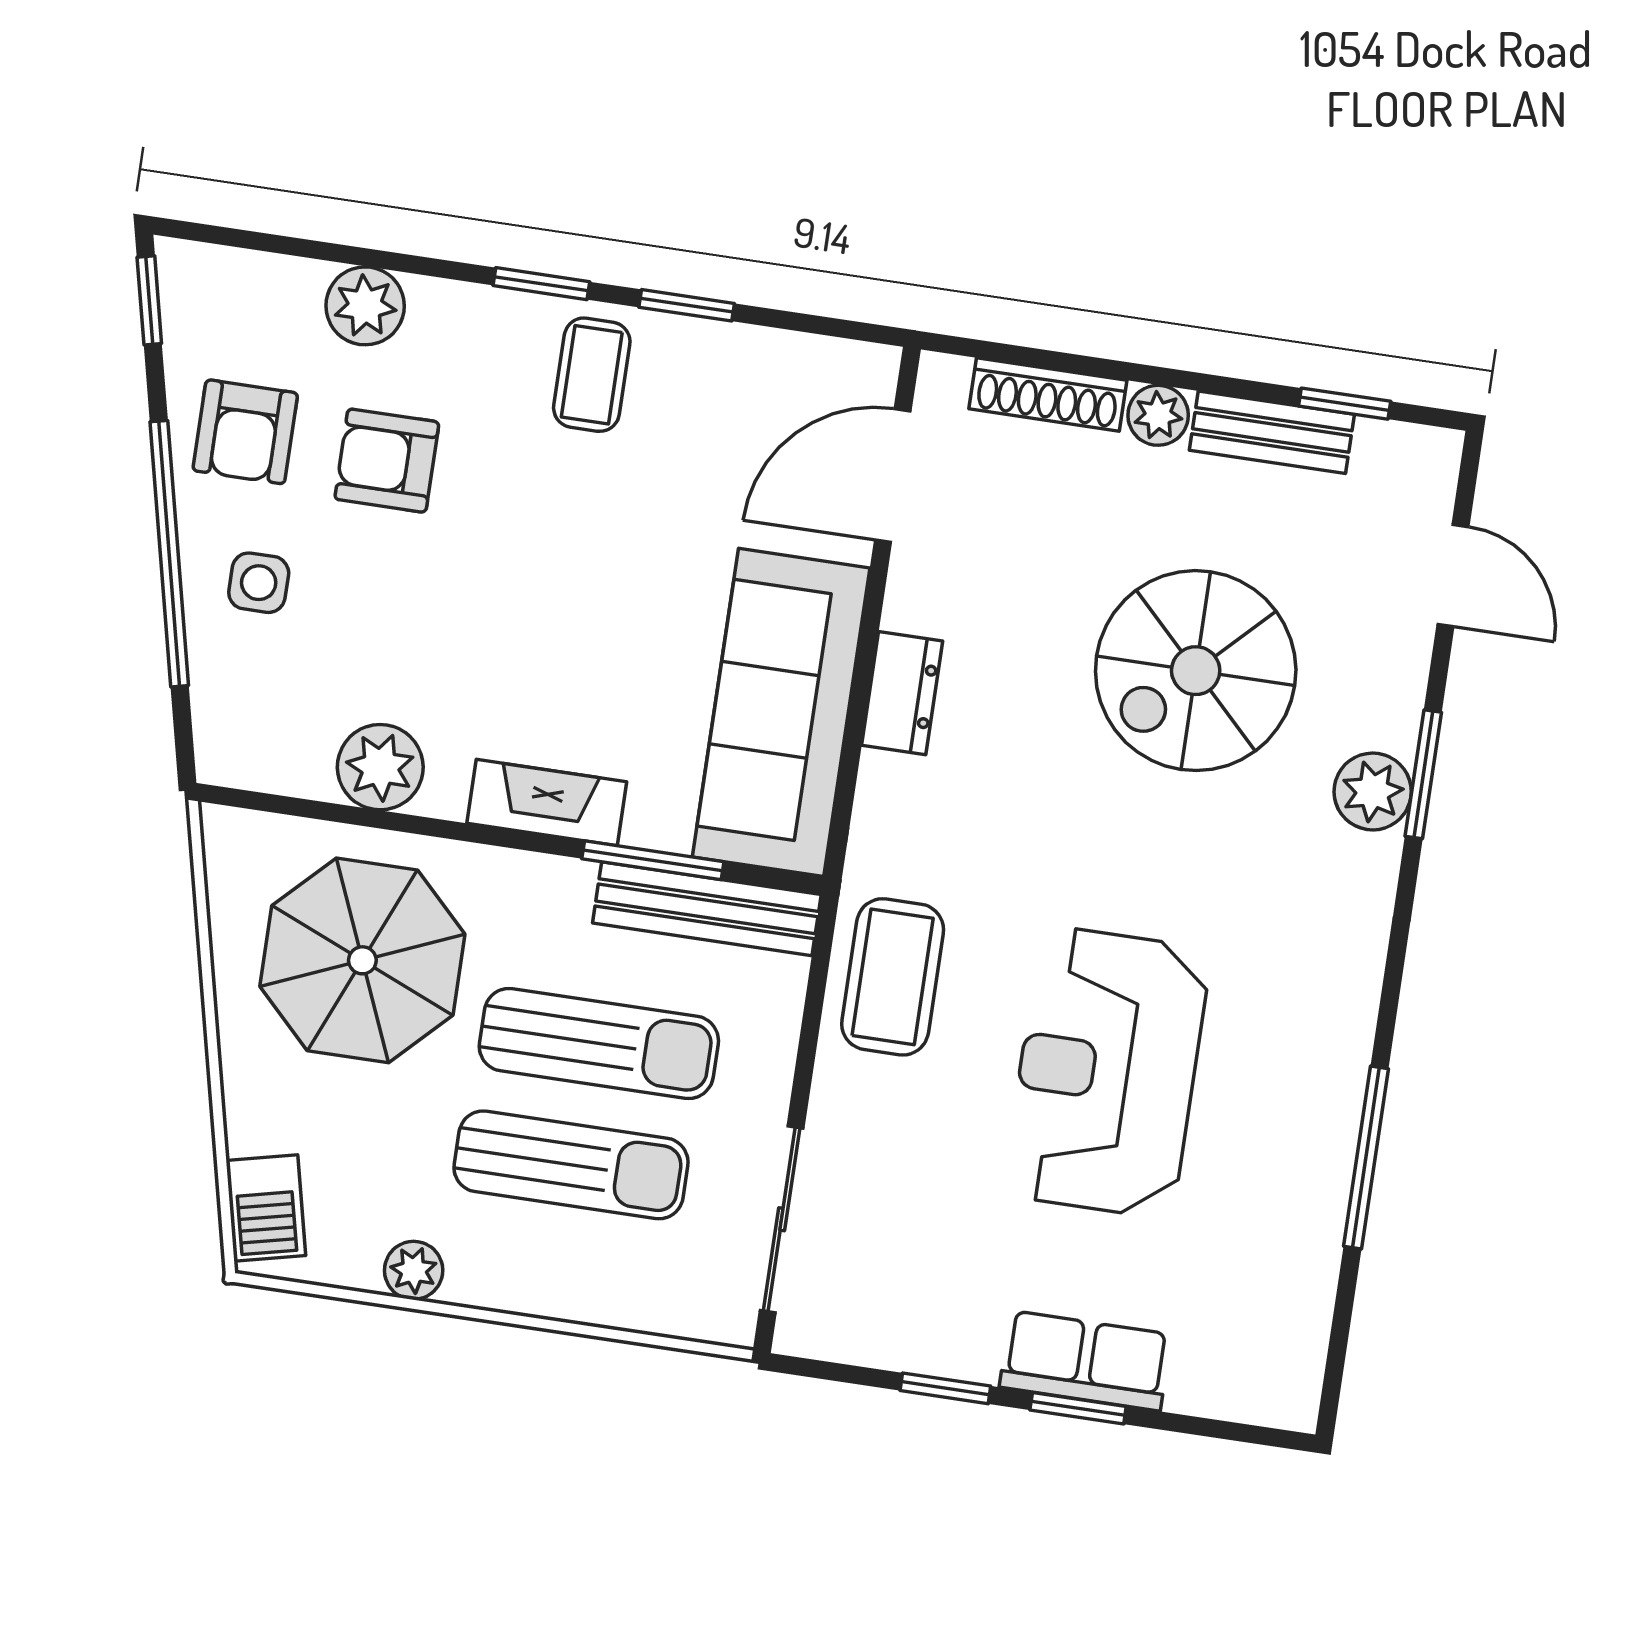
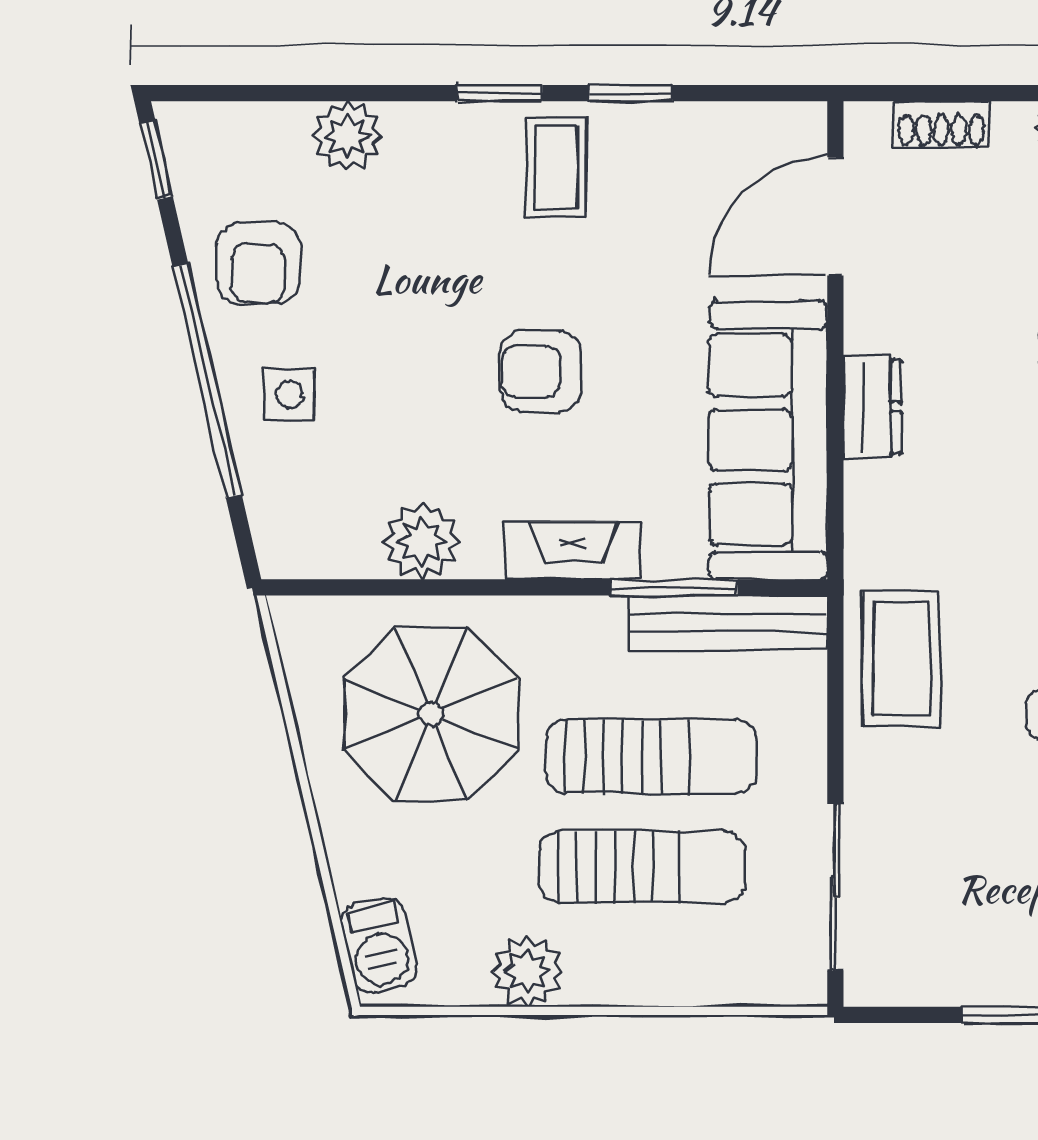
shoe rack: (1048, 394) -> (941, 124), width x0.70
armchair: (387, 461) -> (540, 371), moved
plant: (414, 1270) -> (527, 971), width x1.38, depth x1.38

